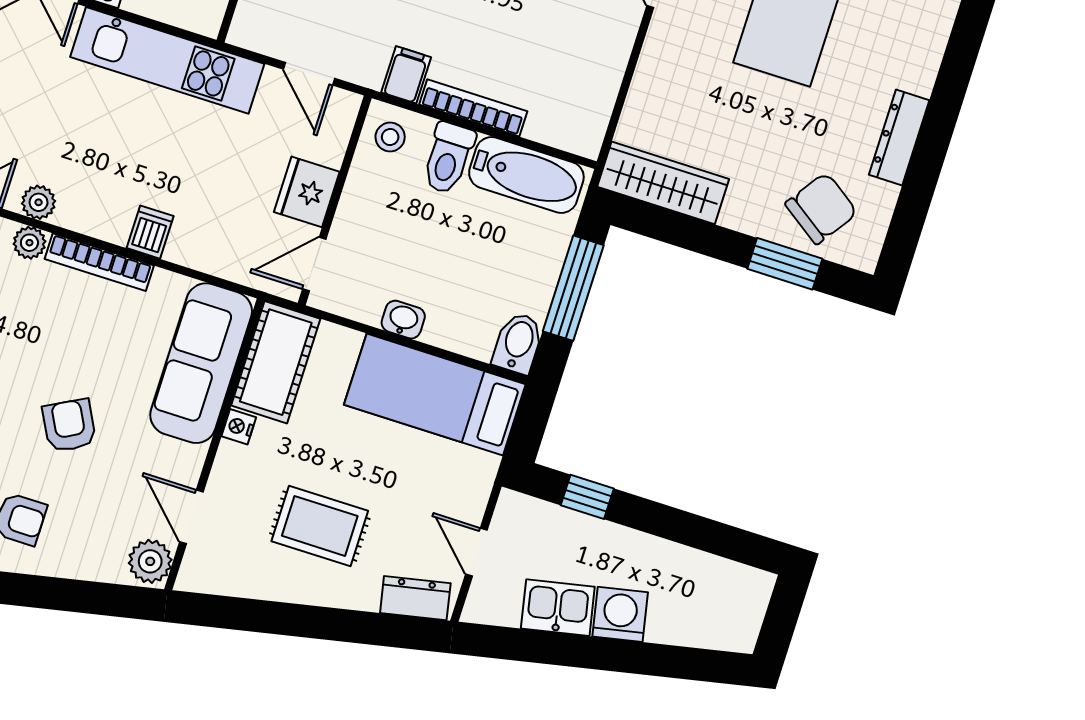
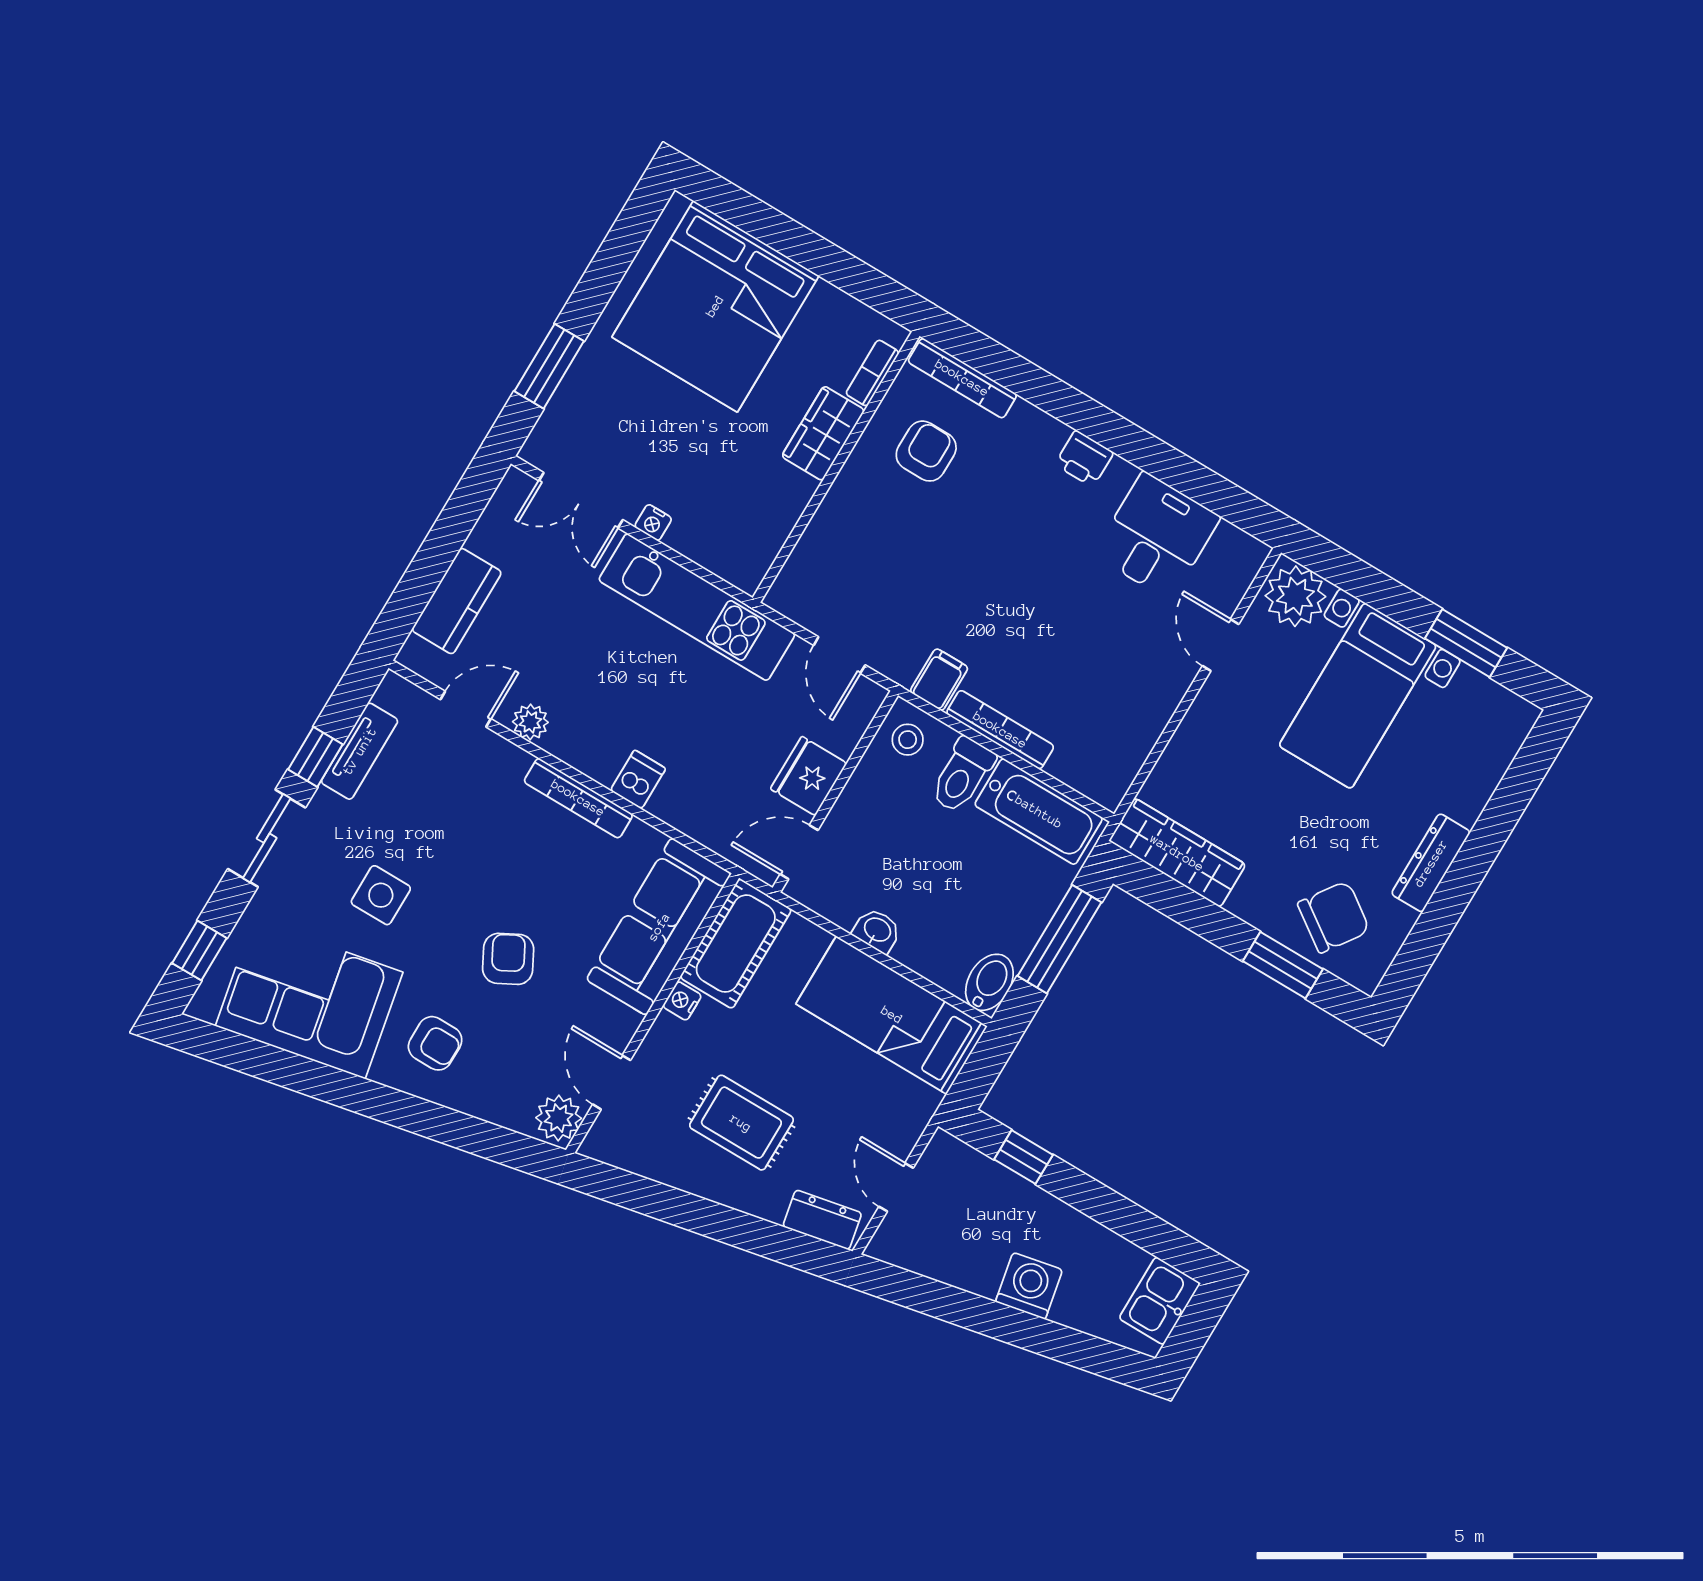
plant: (29, 243) -> (511, 761), removed
kitchen sink: (558, 608) -> (1160, 1301), moved, turned -79

